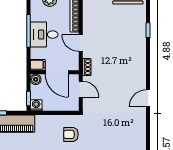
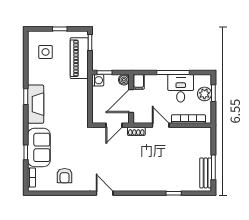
desk: (44, 35) -> (181, 88), moved
door: (81, 43) -> (161, 125), hinge flipped
armchair: (71, 134) -> (65, 176), moved, turned 180

